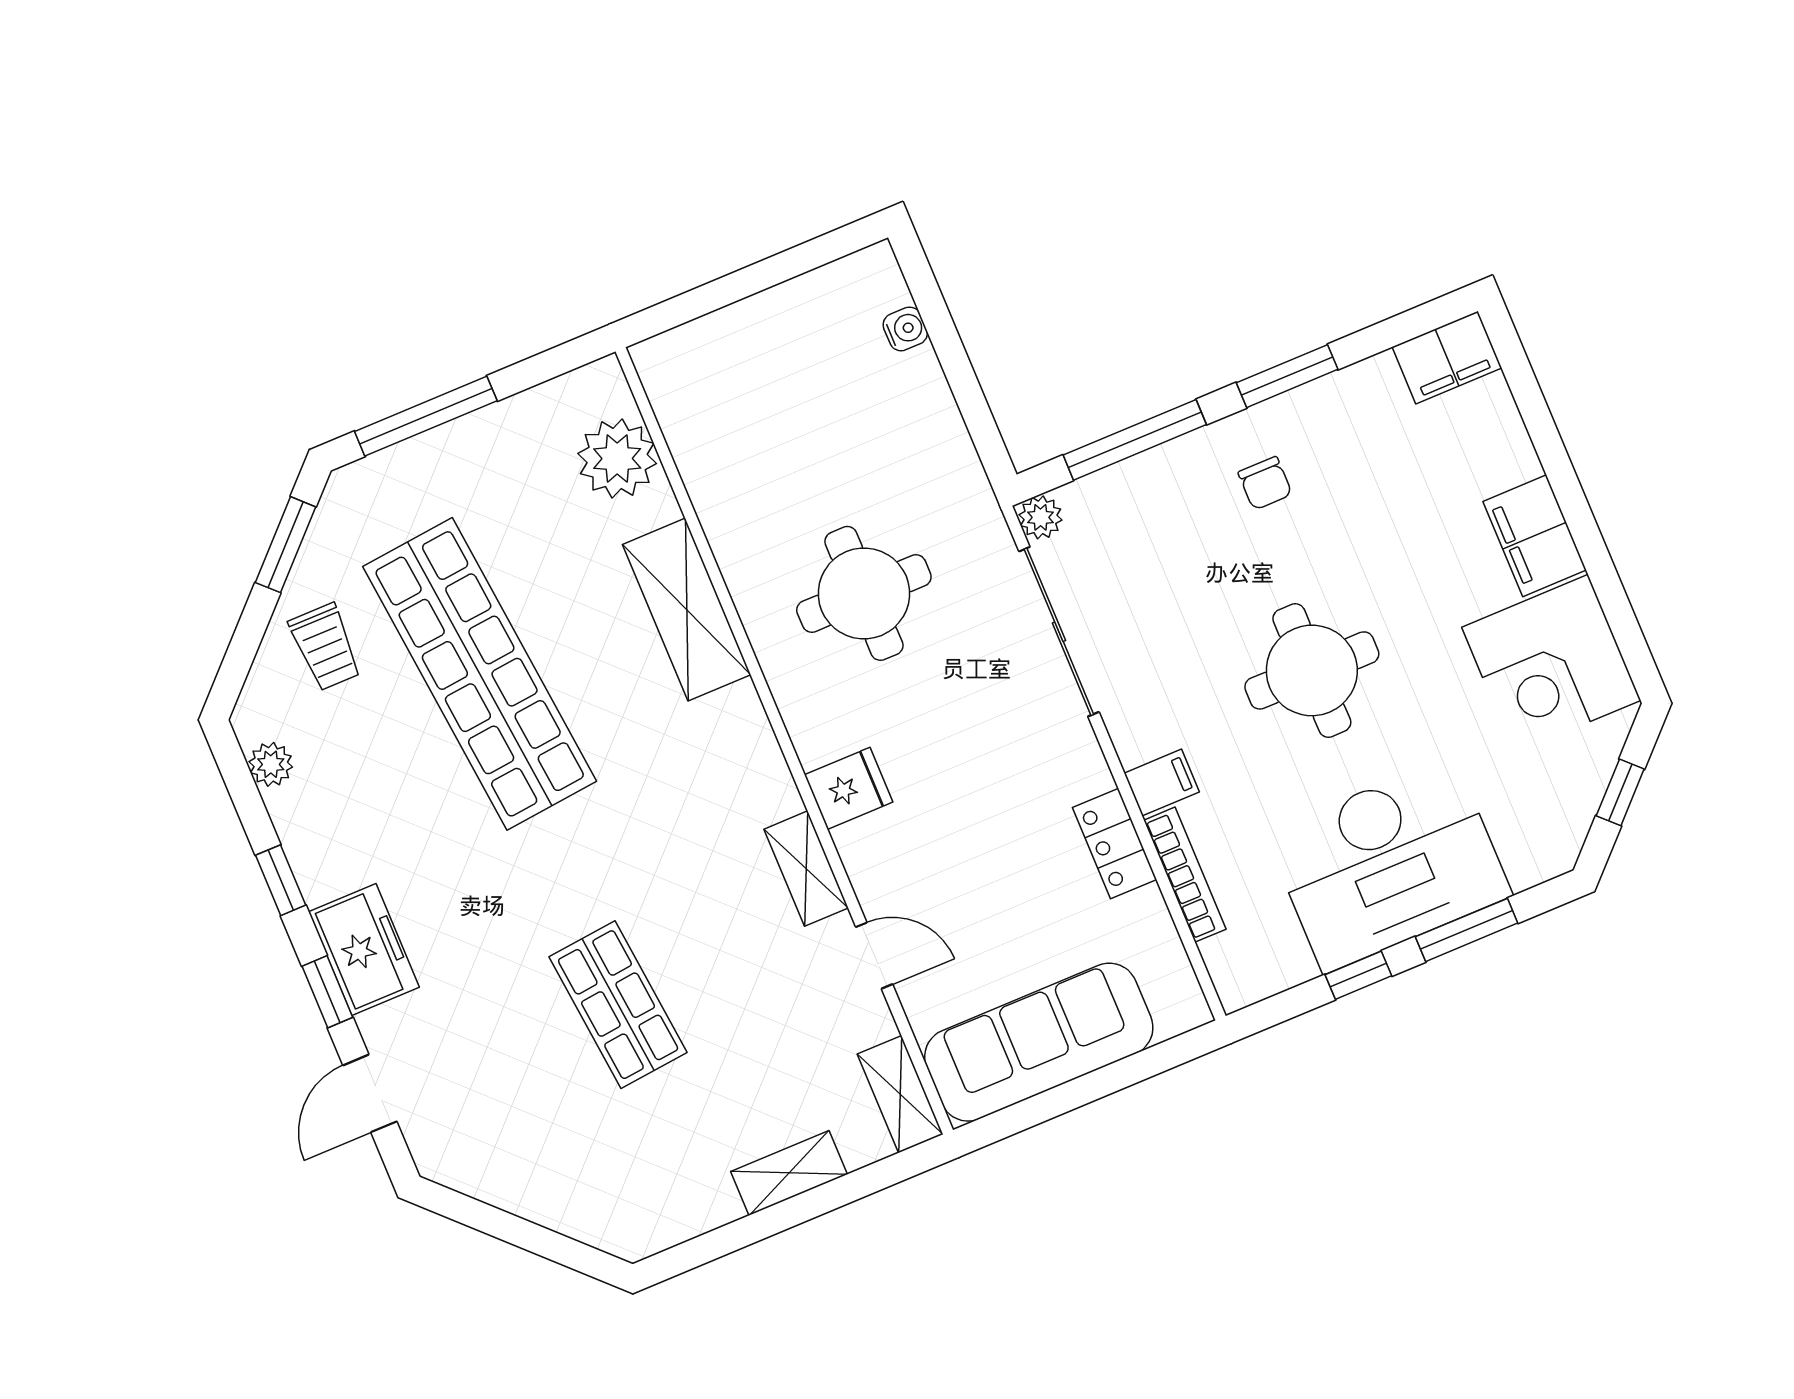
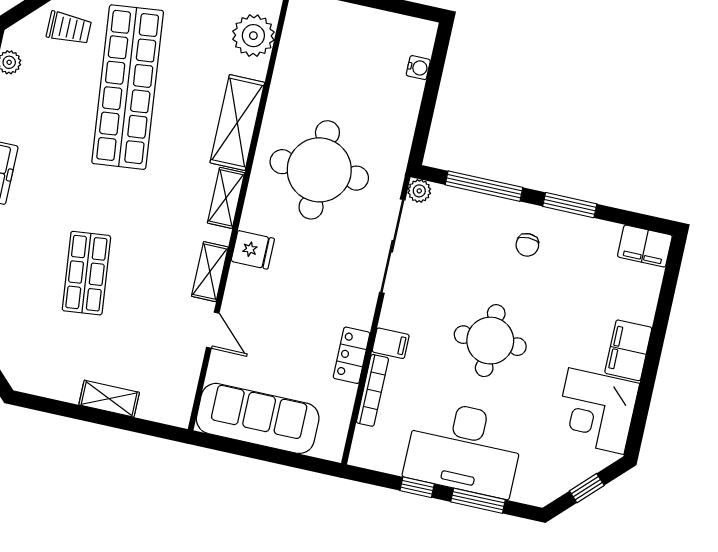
round table: (864, 593) -> (319, 170), width x1.36, depth x1.36
trolley: (325, 647) -> (69, 28), turned -90
shelving: (900, 1094) -> (226, 198), moved

